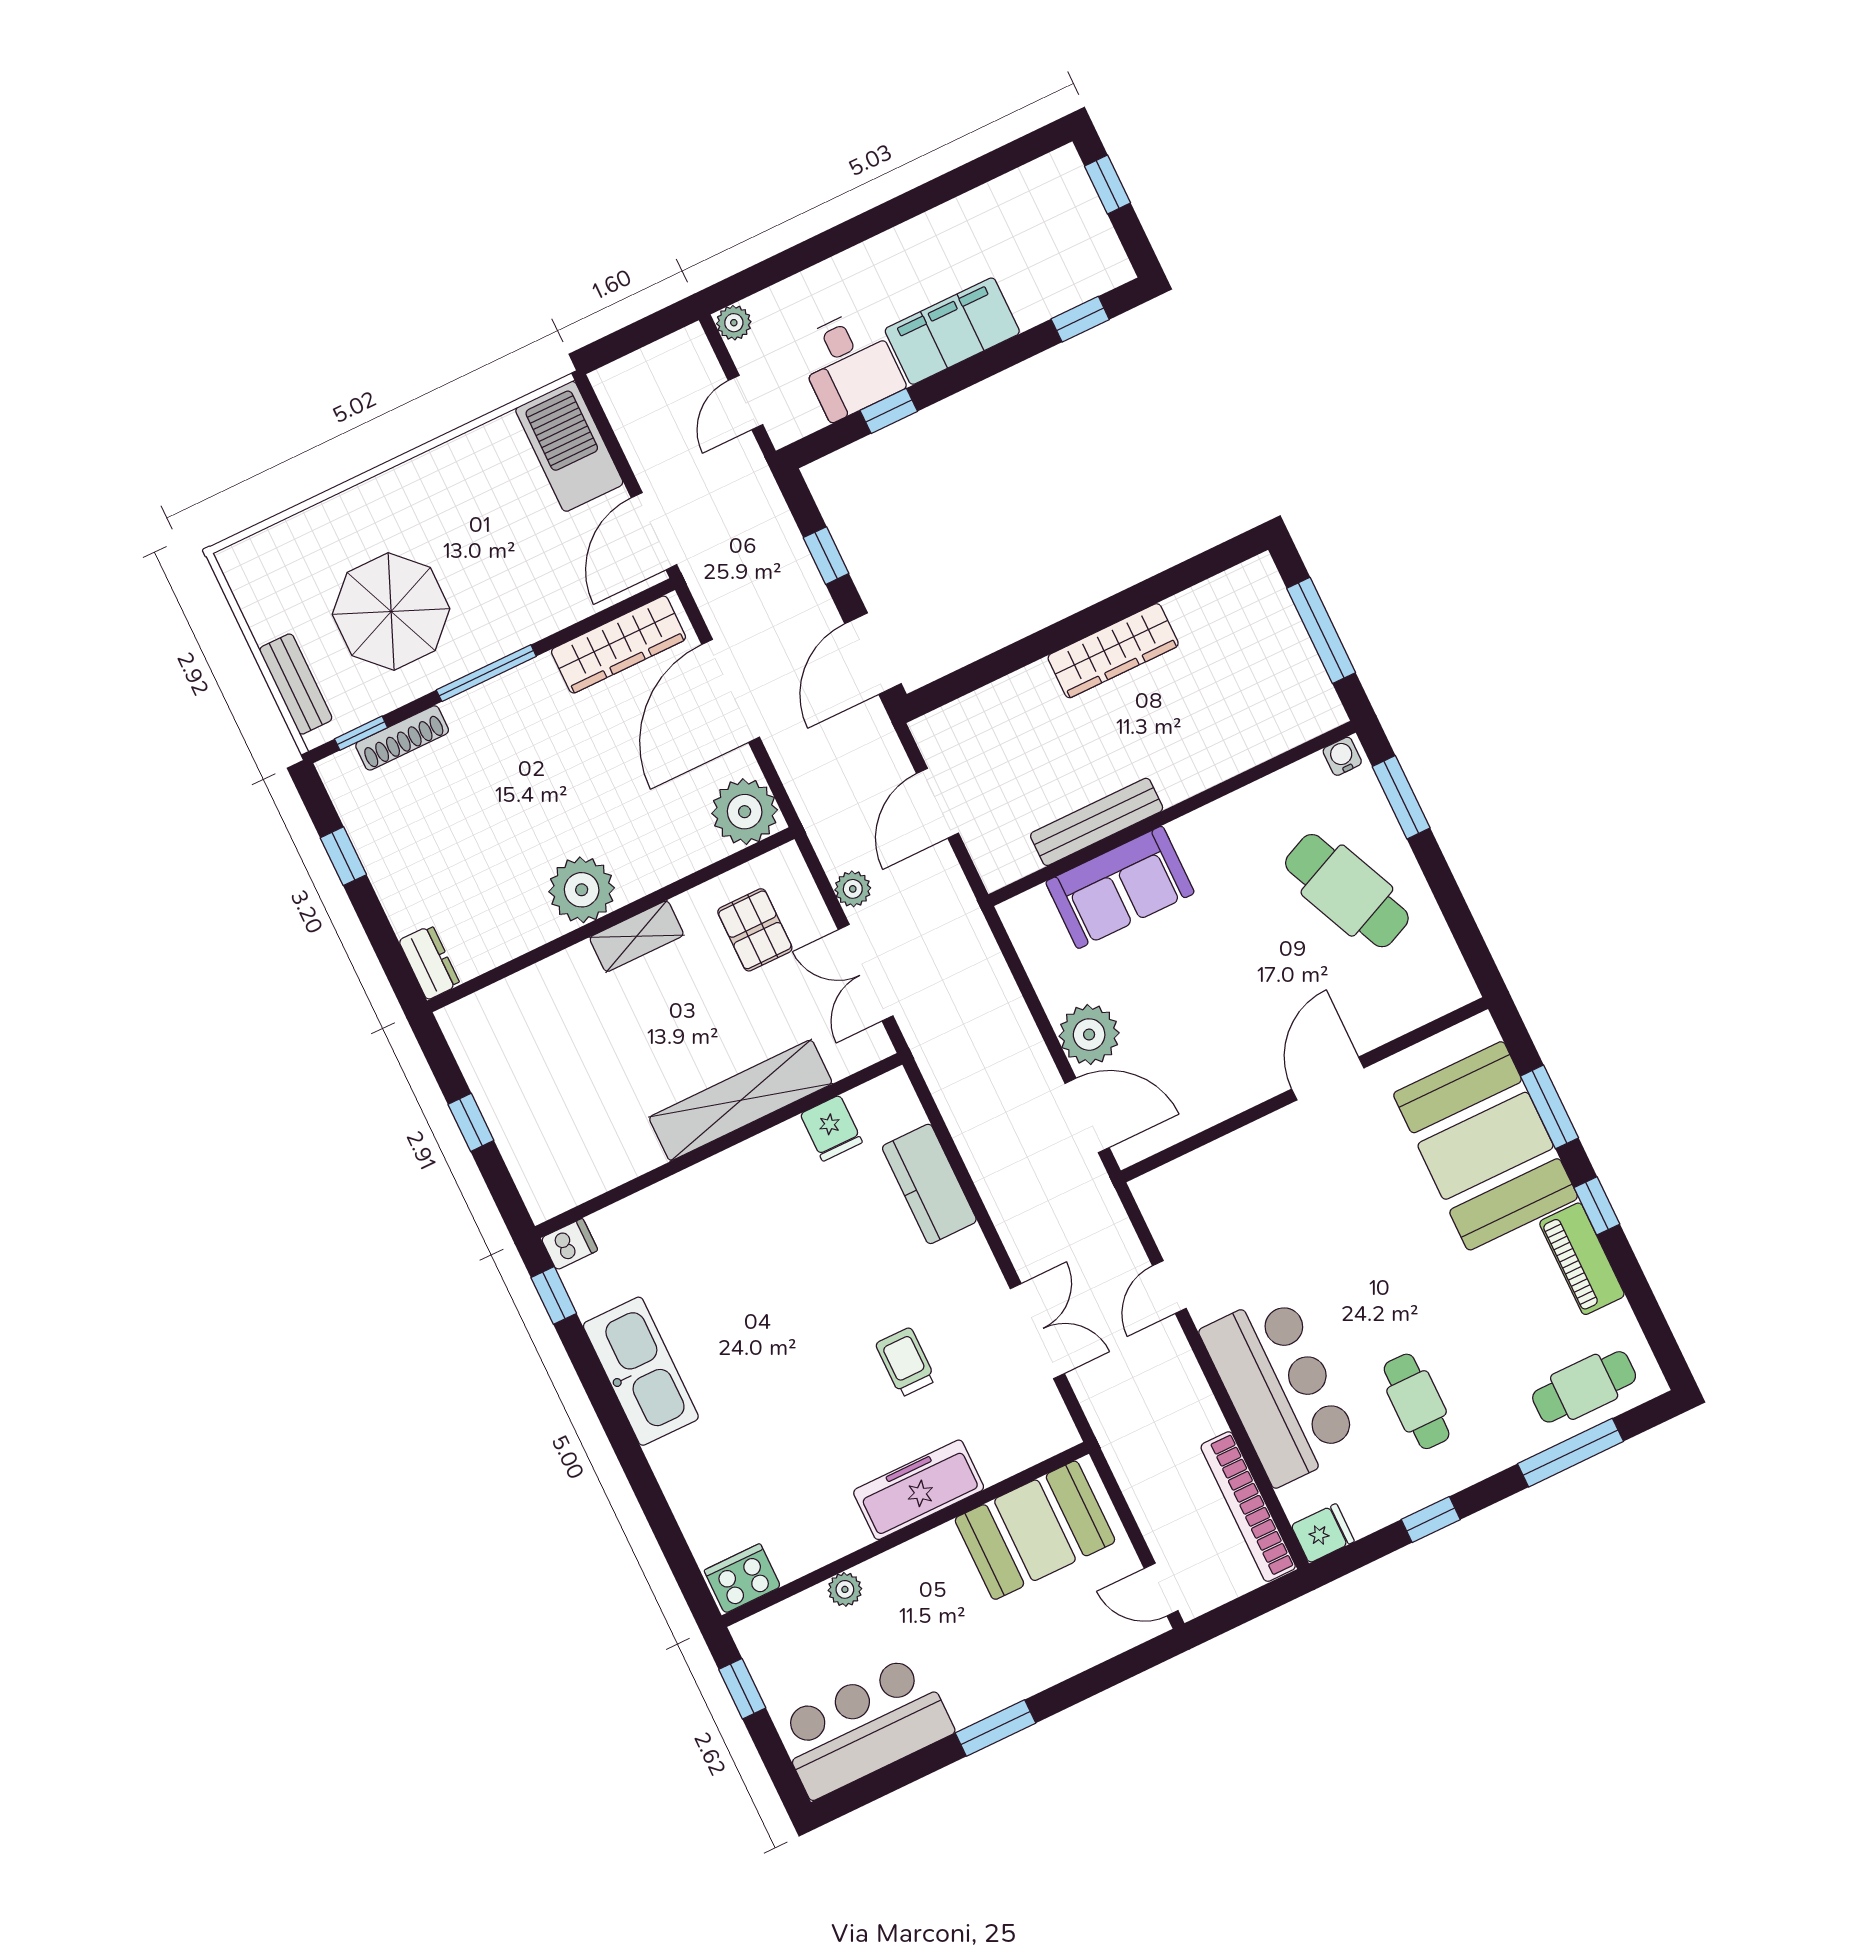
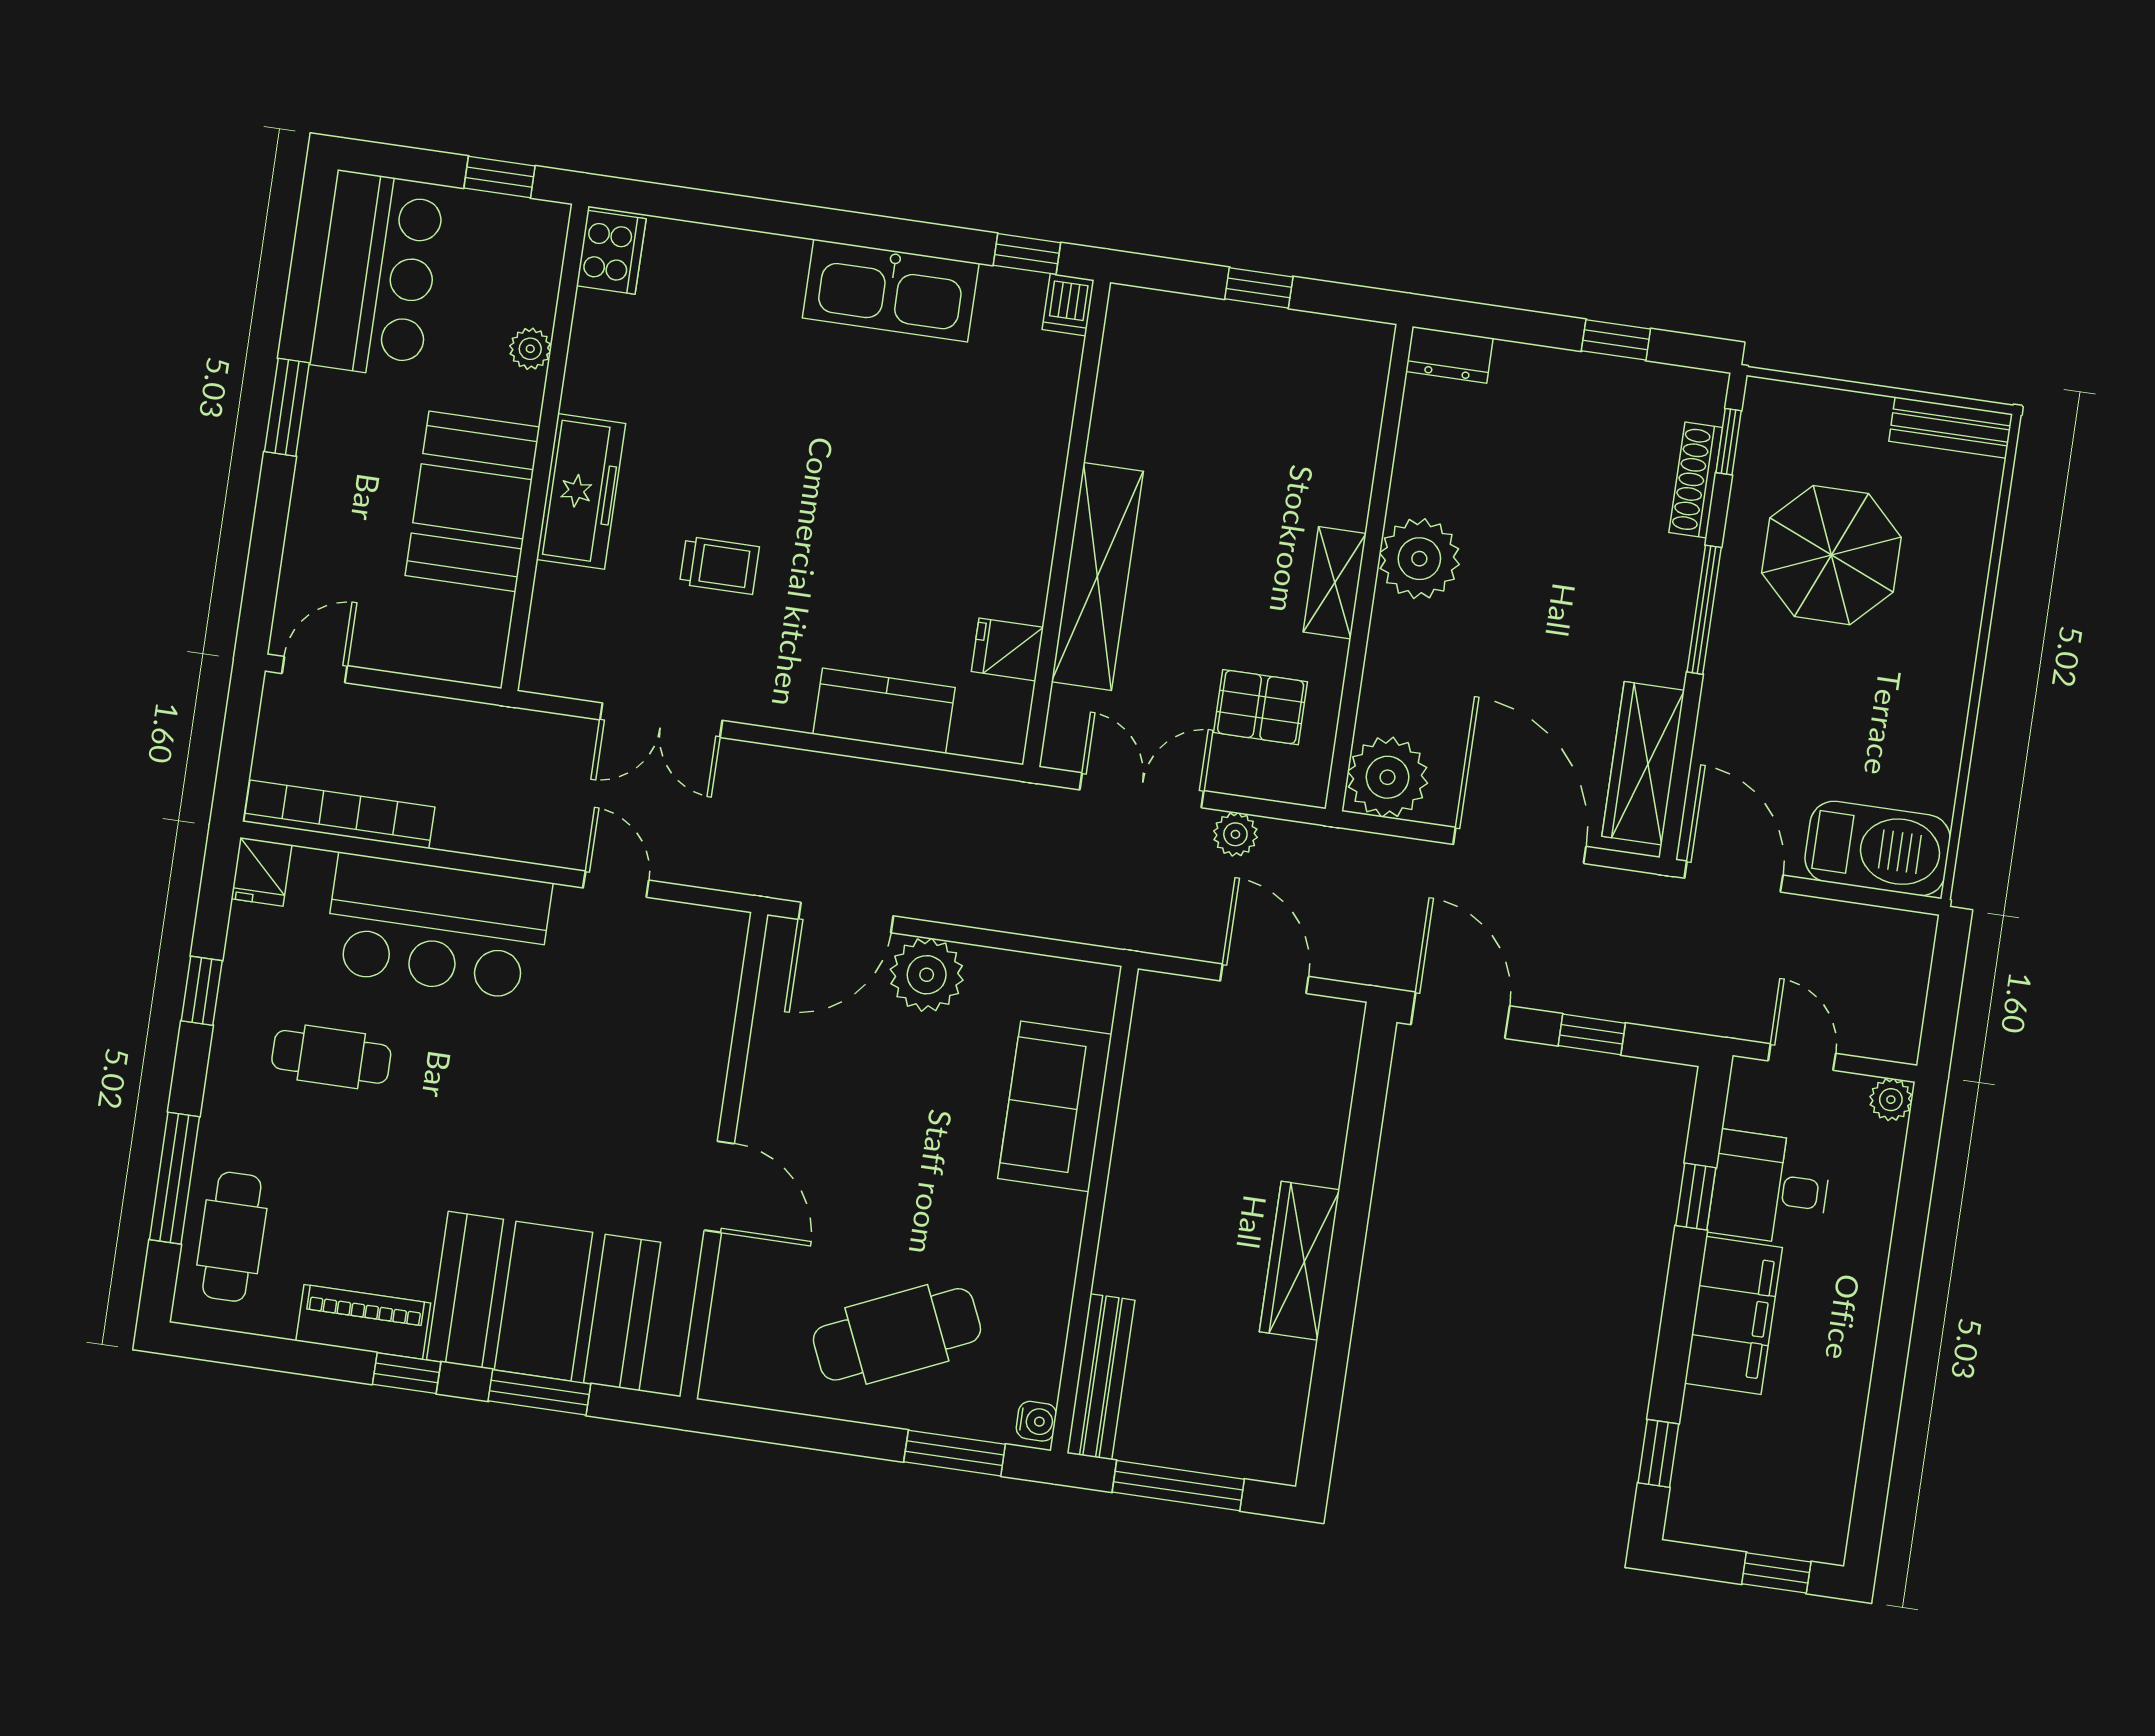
bench: (296, 684) -> (1951, 428), moved
bench: (1097, 822) -> (1101, 1377), moved
booth: (1035, 1530) -> (472, 501), moved

